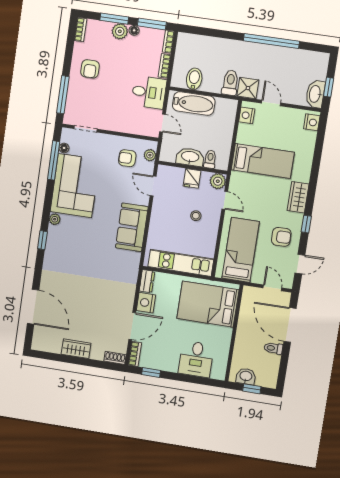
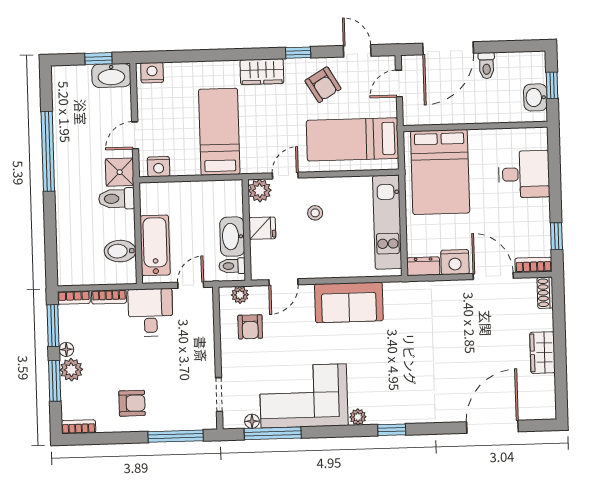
toilet: (210, 159) -> (232, 266), moved
armchair: (281, 237) -> (323, 85), turned 150

